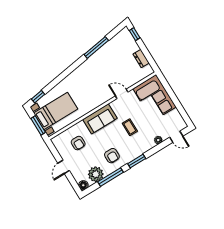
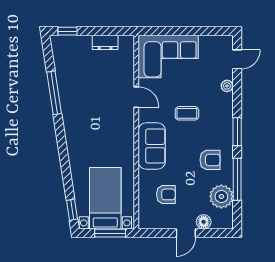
door: (122, 94) -> (136, 97), swing flipped
door: (64, 167) -> (186, 233), hinge flipped
floor lamp: (83, 185) -> (204, 222), moved

